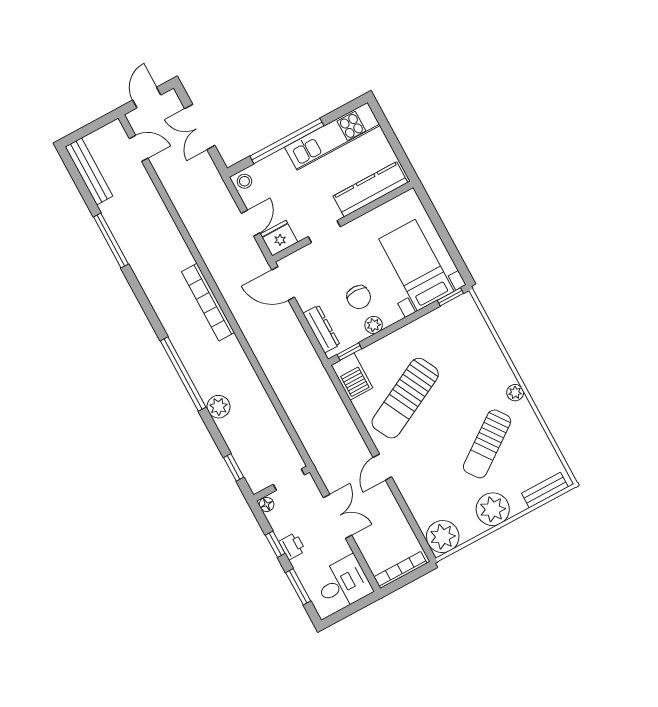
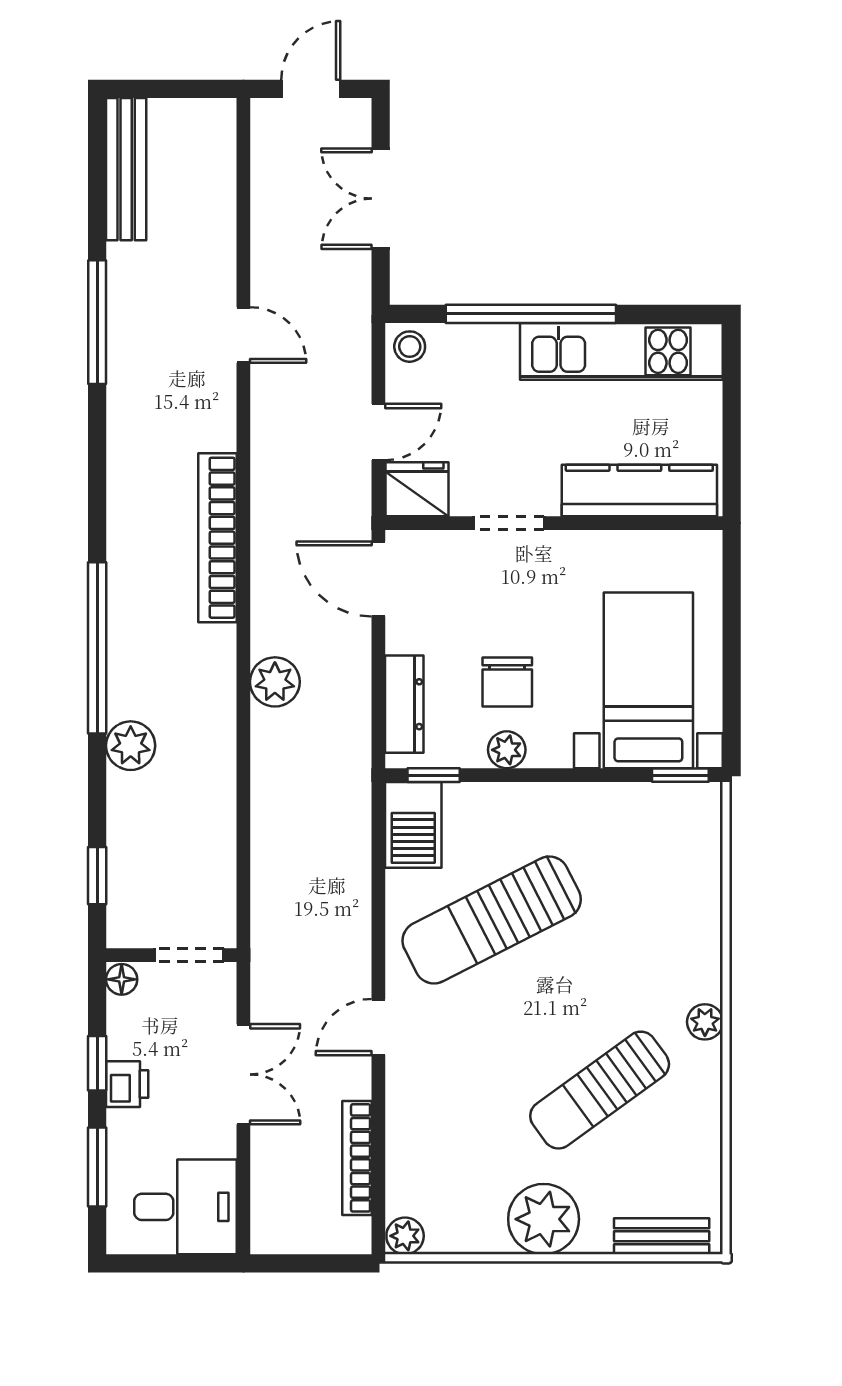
door: (139, 148) -> (243, 335), moved
plant: (264, 349) -> (275, 682), added
plant: (443, 537) -> (405, 1236), width x0.53, depth x0.53
bookcase: (400, 570) -> (357, 1158), moved, turned -90

